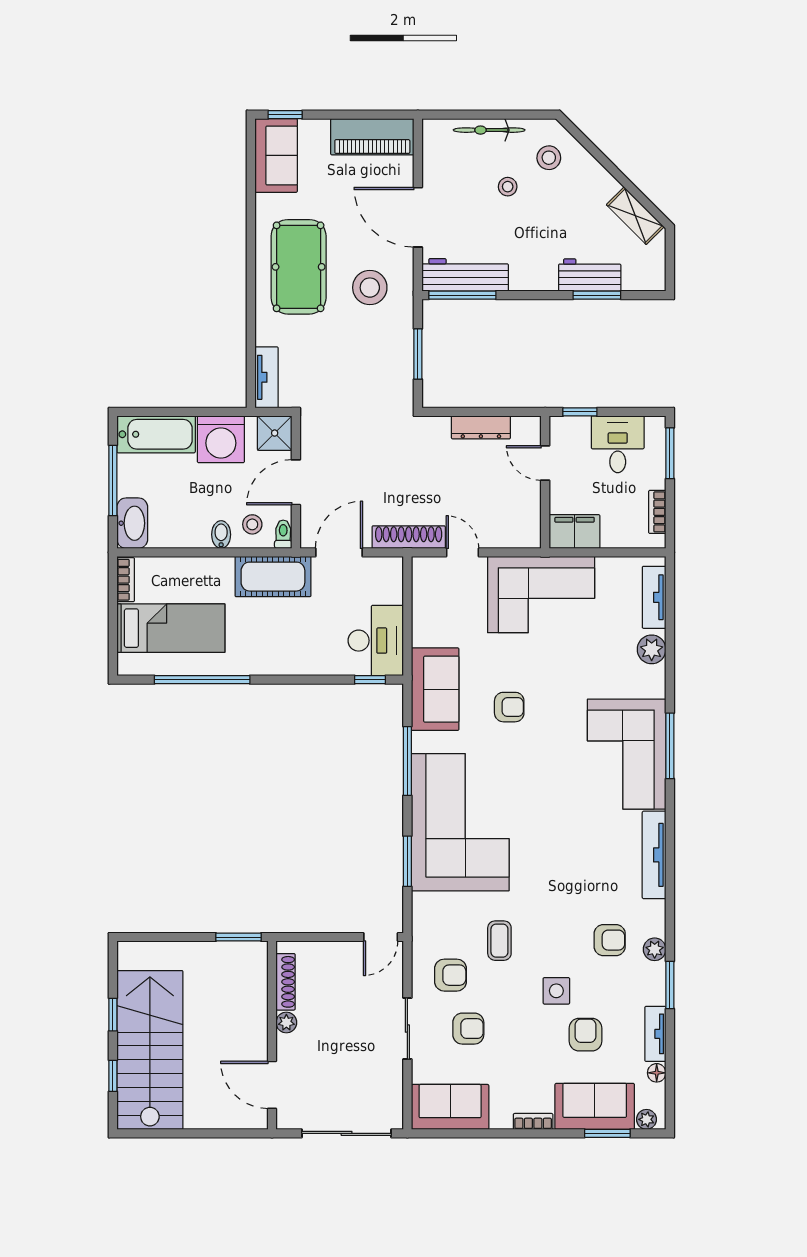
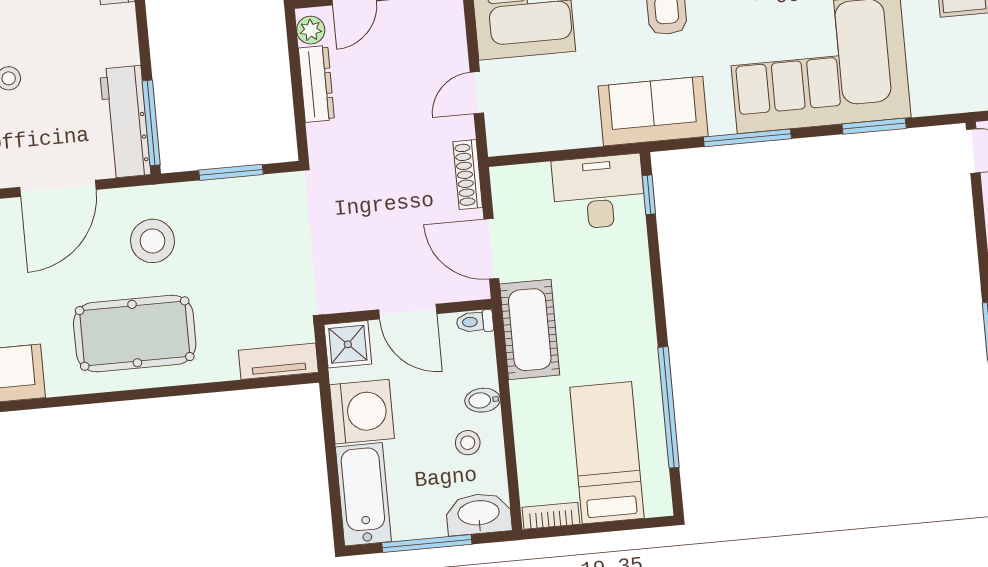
plant: (524, 427) -> (311, 30), added
stool: (252, 524) -> (468, 443), moved
shoe rack: (409, 537) -> (468, 175), width x0.74, depth x0.81

